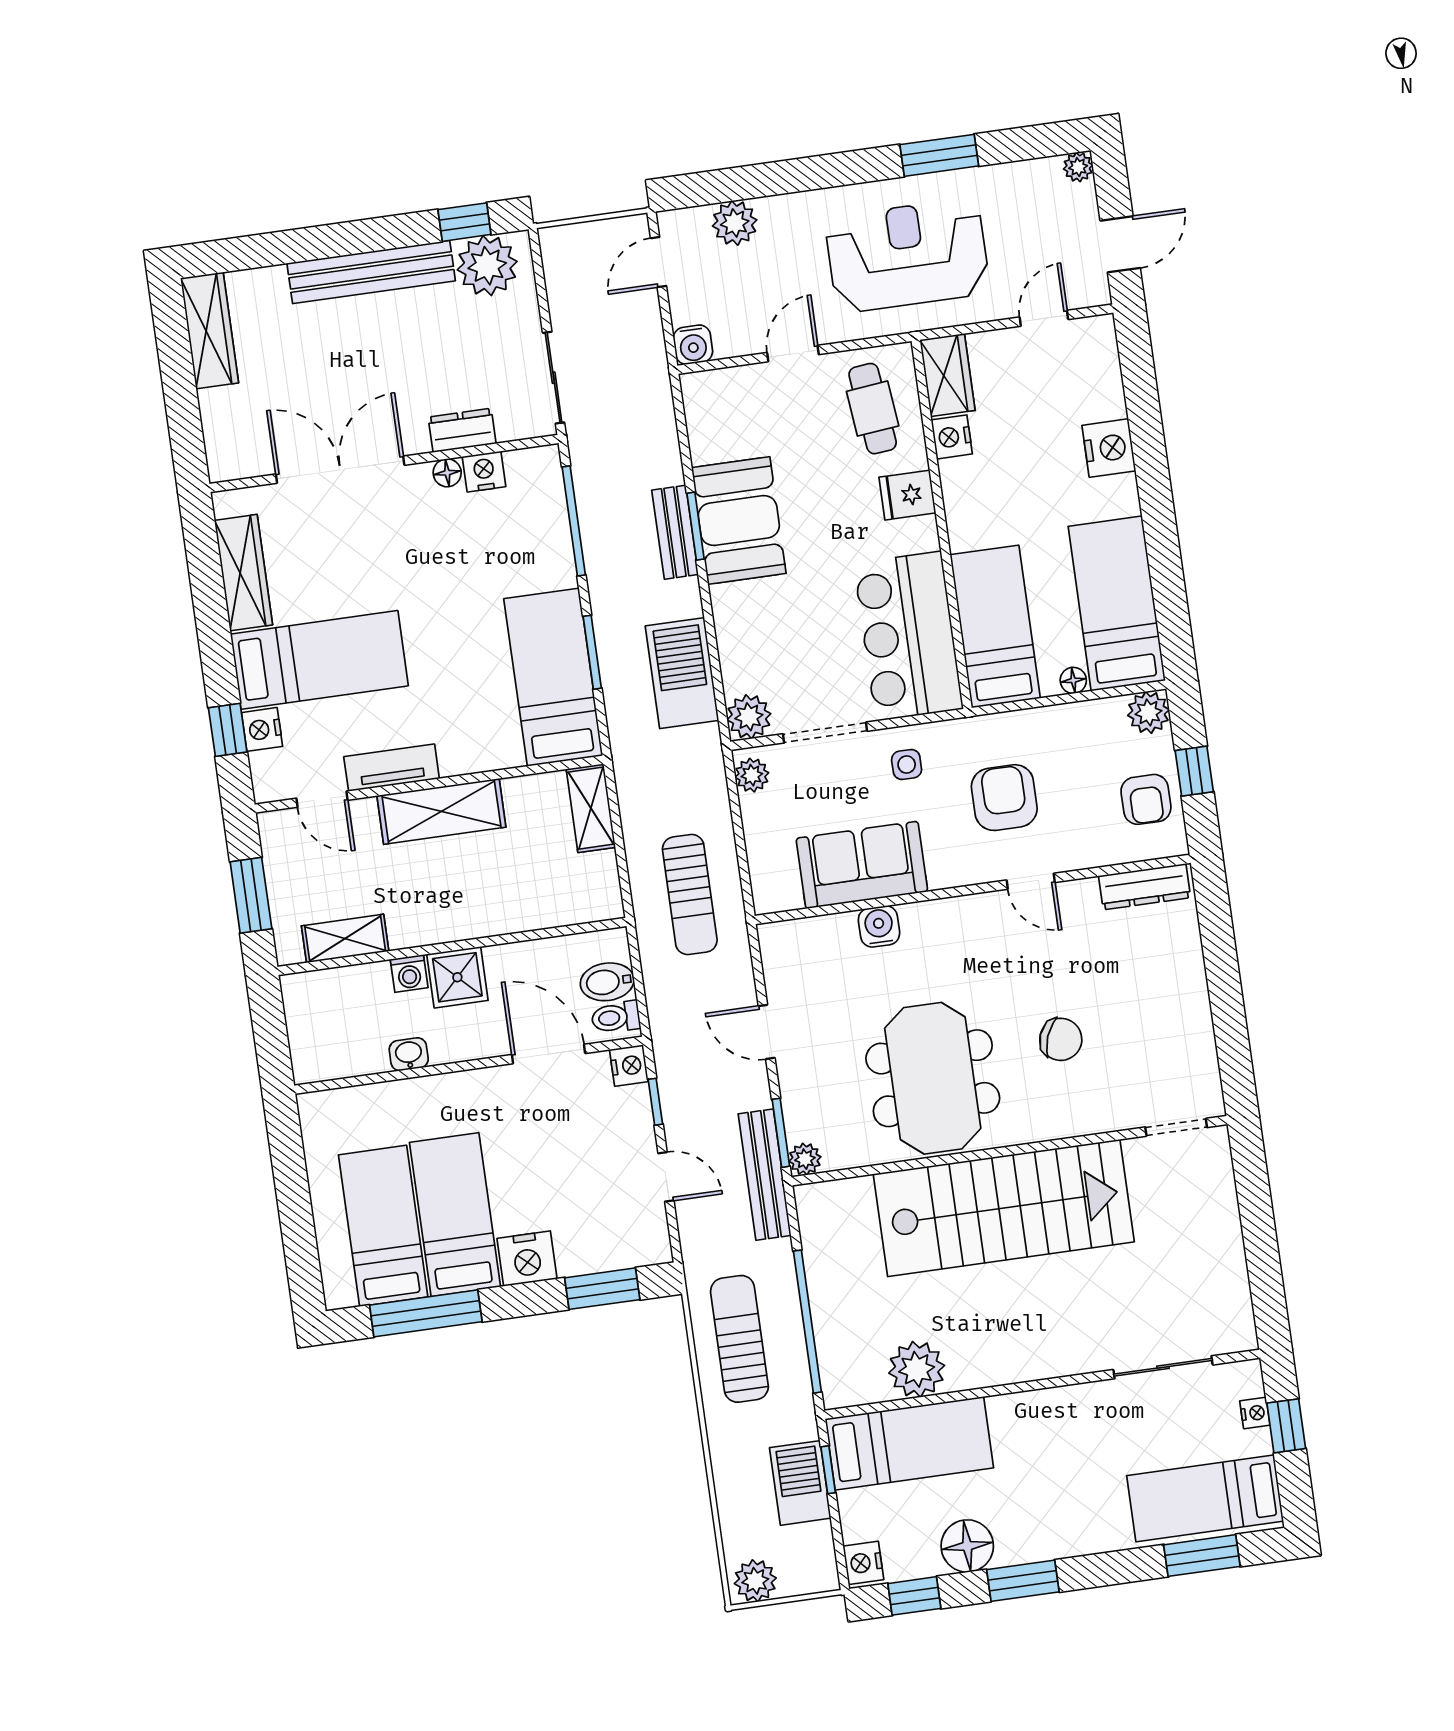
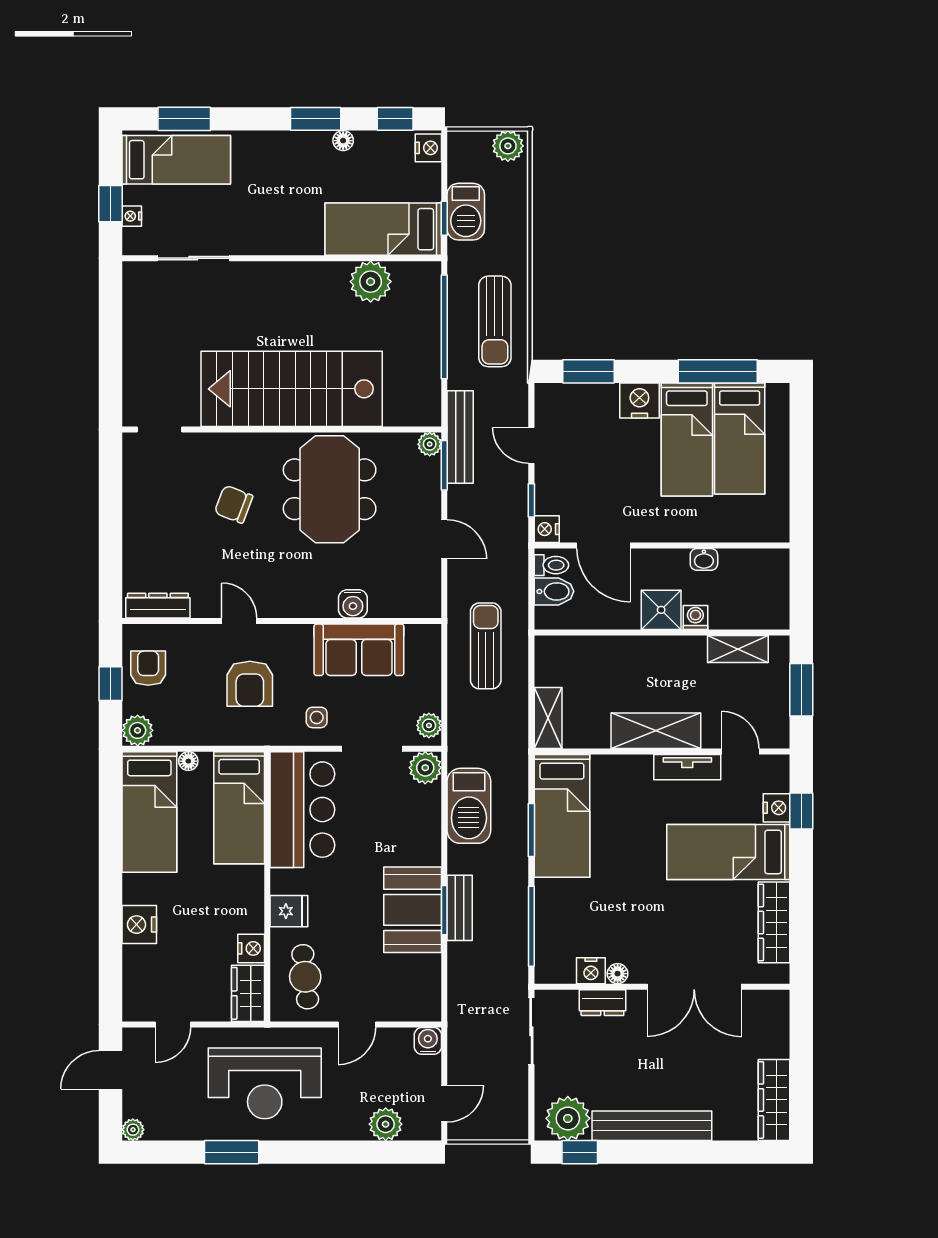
floor lamp: (967, 1546) -> (343, 141), width x0.53, depth x0.53

